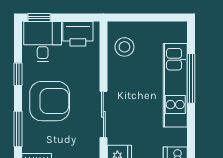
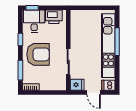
stool: (124, 47) -> (80, 24), removed
kitchen unit: (175, 85) -> (108, 46), width x1.36

